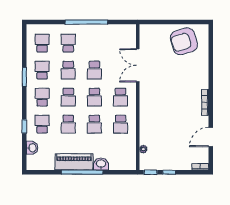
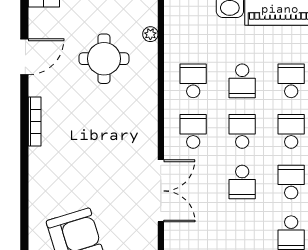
school desk: (94, 70) -> (242, 182), turned 180
school desk: (94, 124) -> (242, 81), turned 180
round table: (168, 136) -> (104, 59), added

